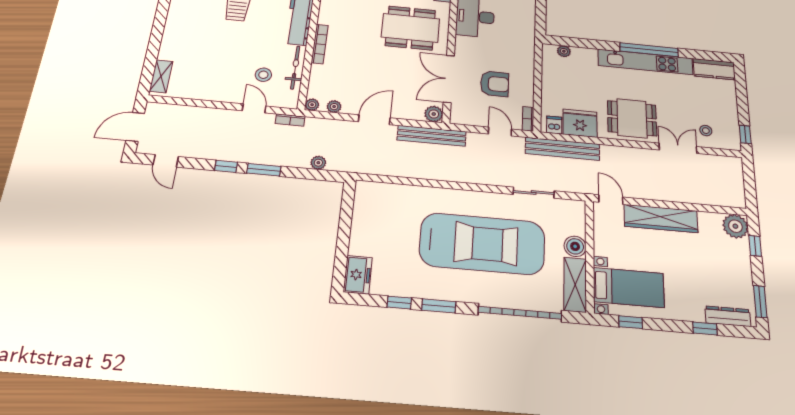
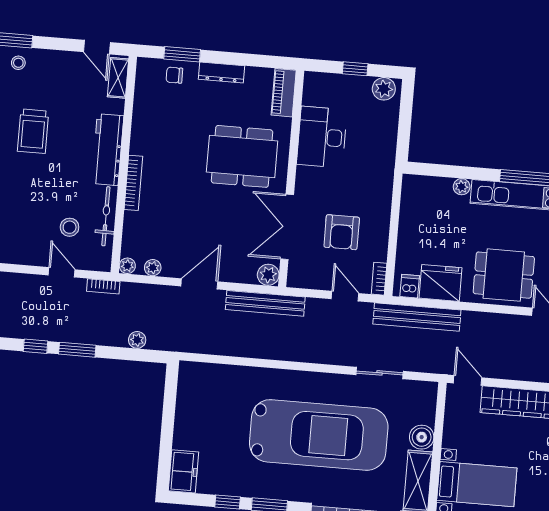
plant: (564, 51) -> (462, 187), moved
armchair: (495, 84) -> (342, 232), turned 90

